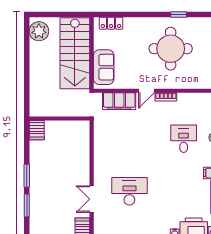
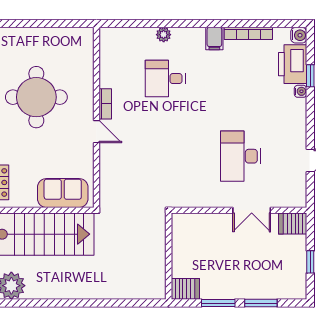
filing cabinet: (119, 101) -> (111, 171), removed
wall: (60, 118) -> (169, 256), moved
server rack: (37, 130) -> (185, 289), moved

